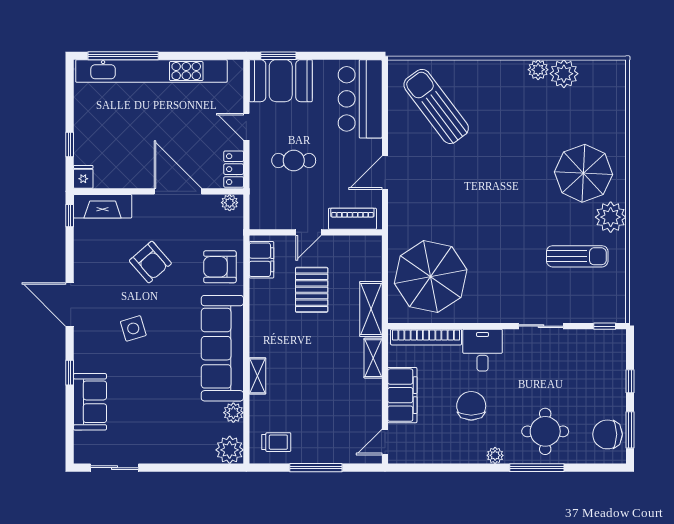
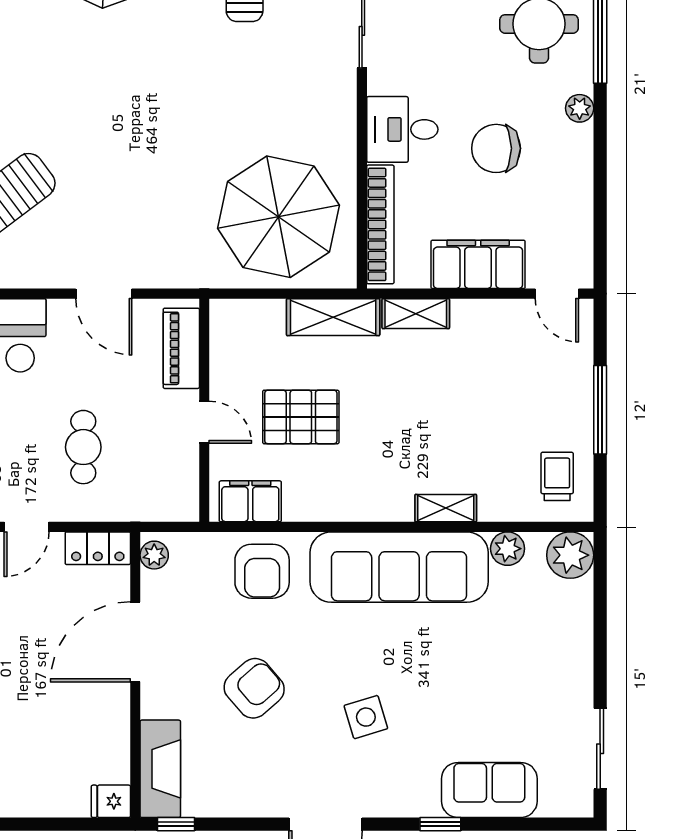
window: (70, 145) -> (56, 824), removed

